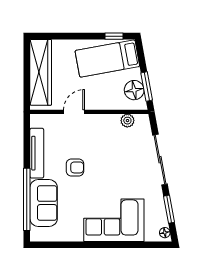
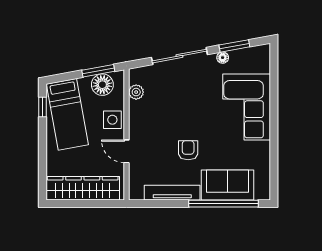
side table: (103, 99) -> (112, 120), added
floor lamp: (165, 233) -> (223, 58), moved

